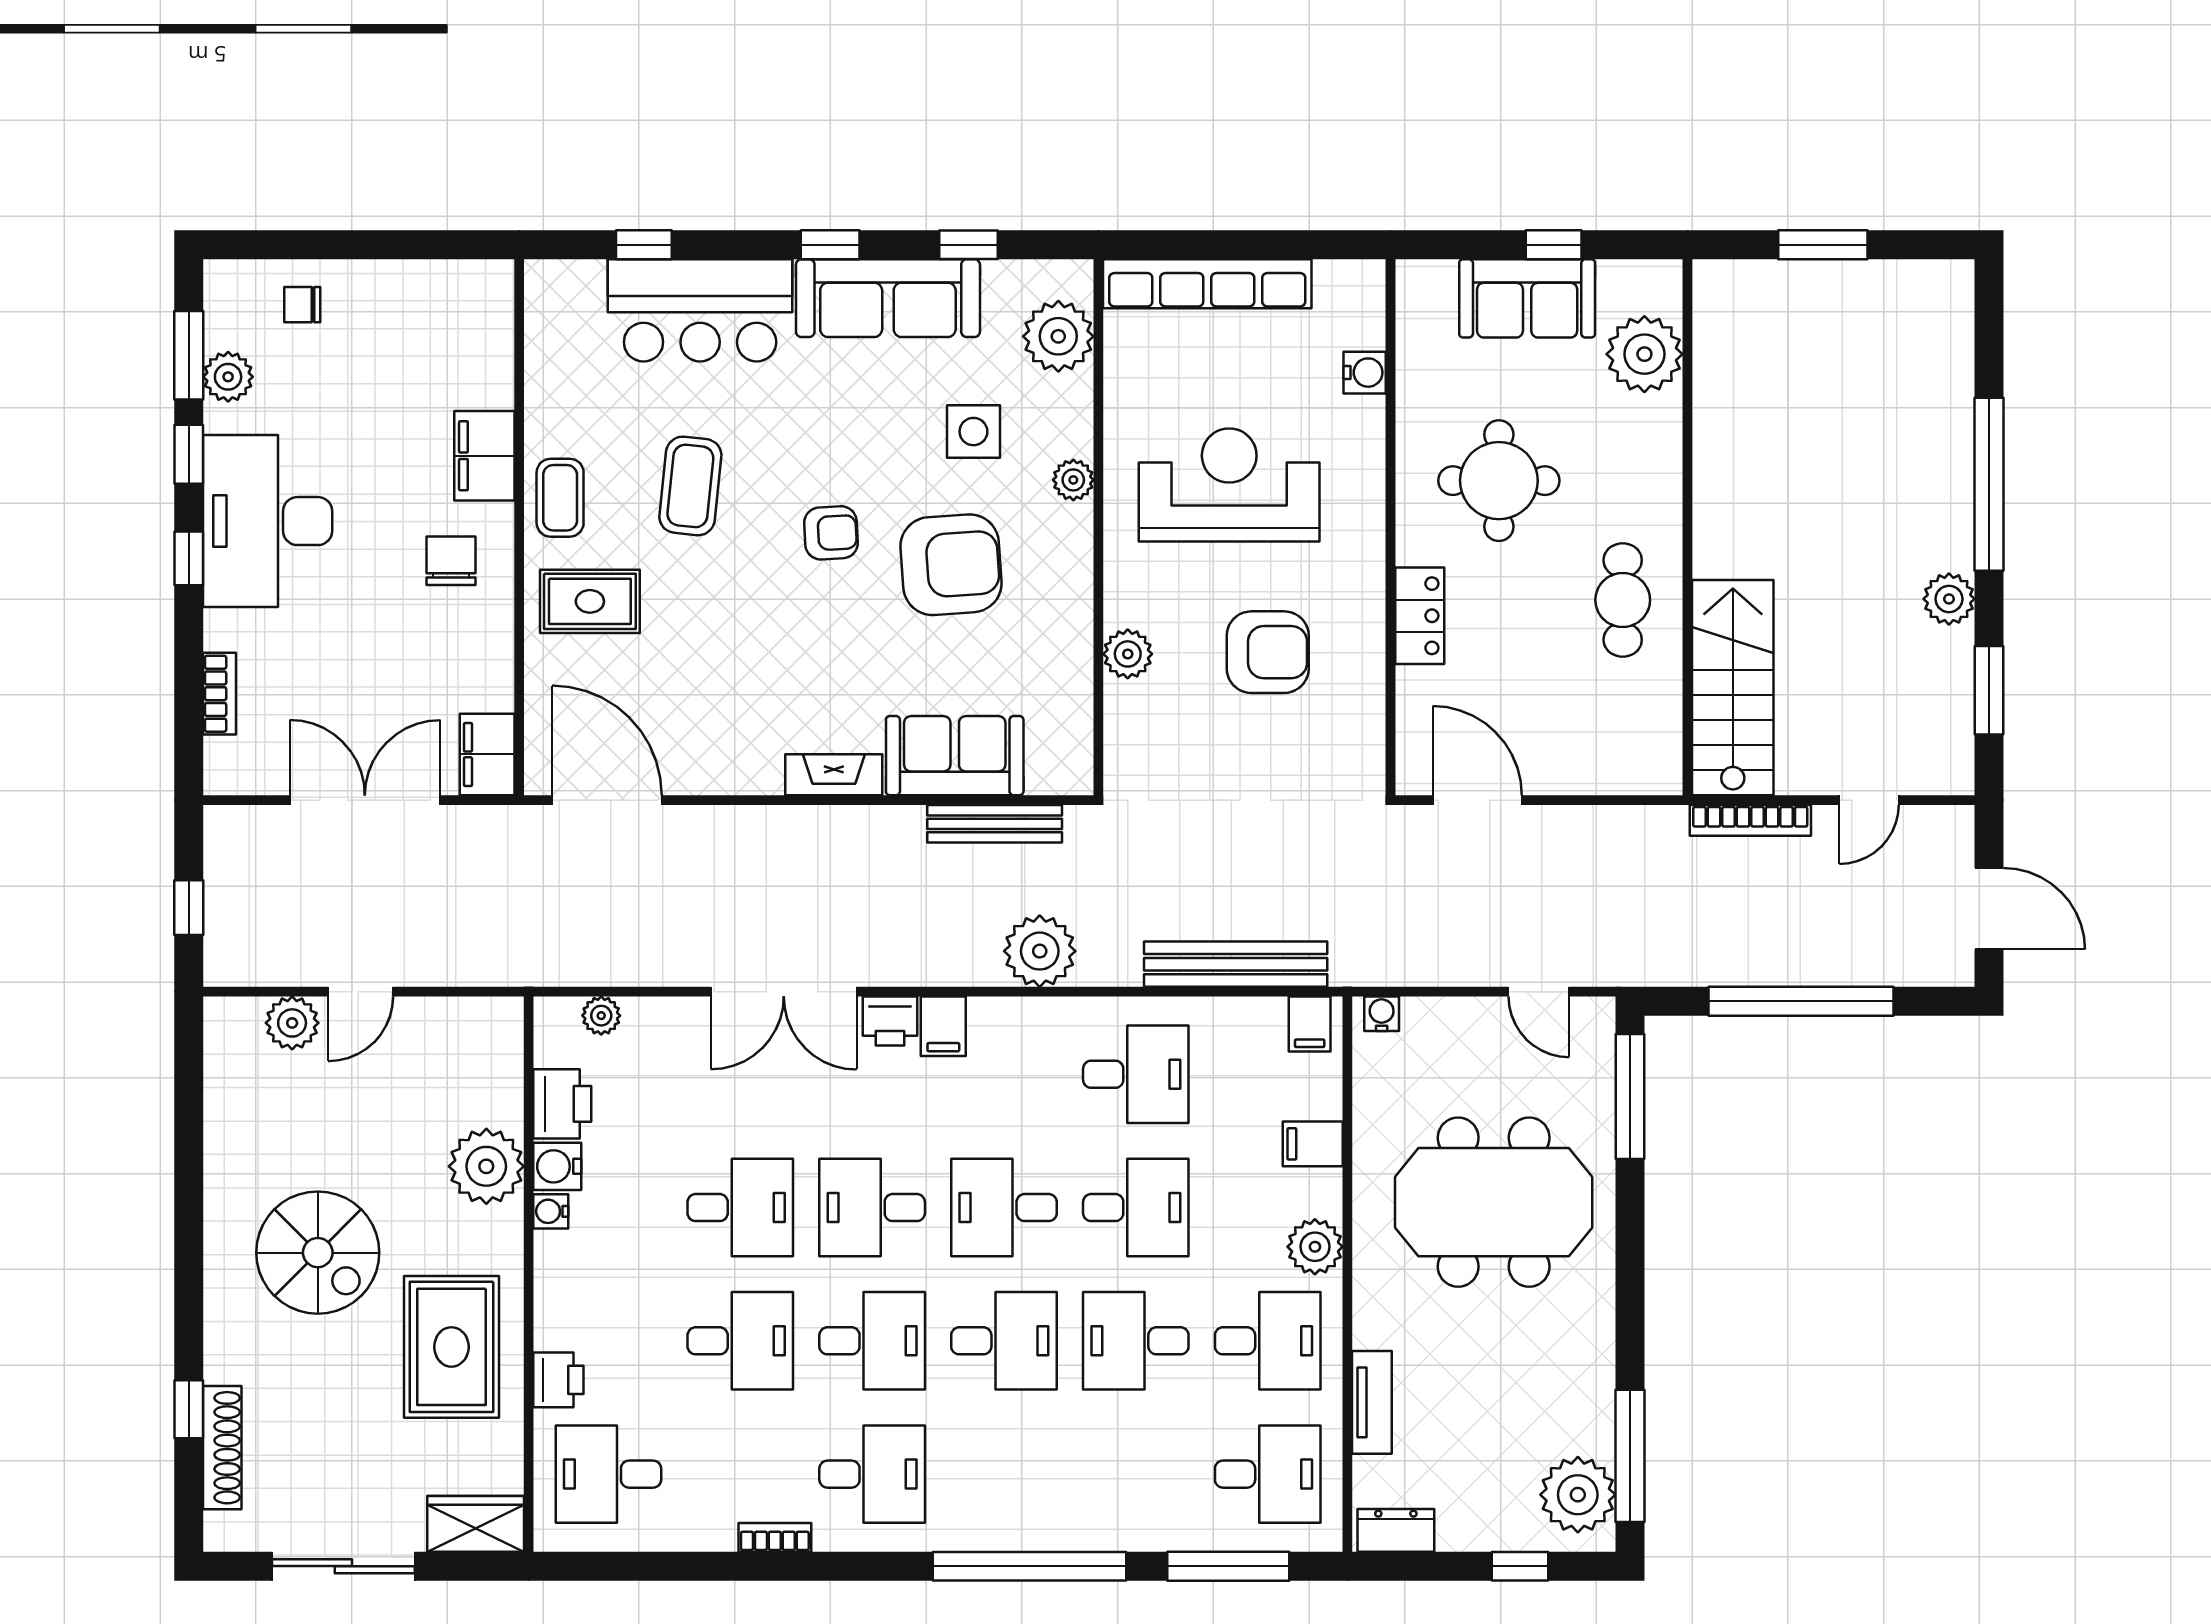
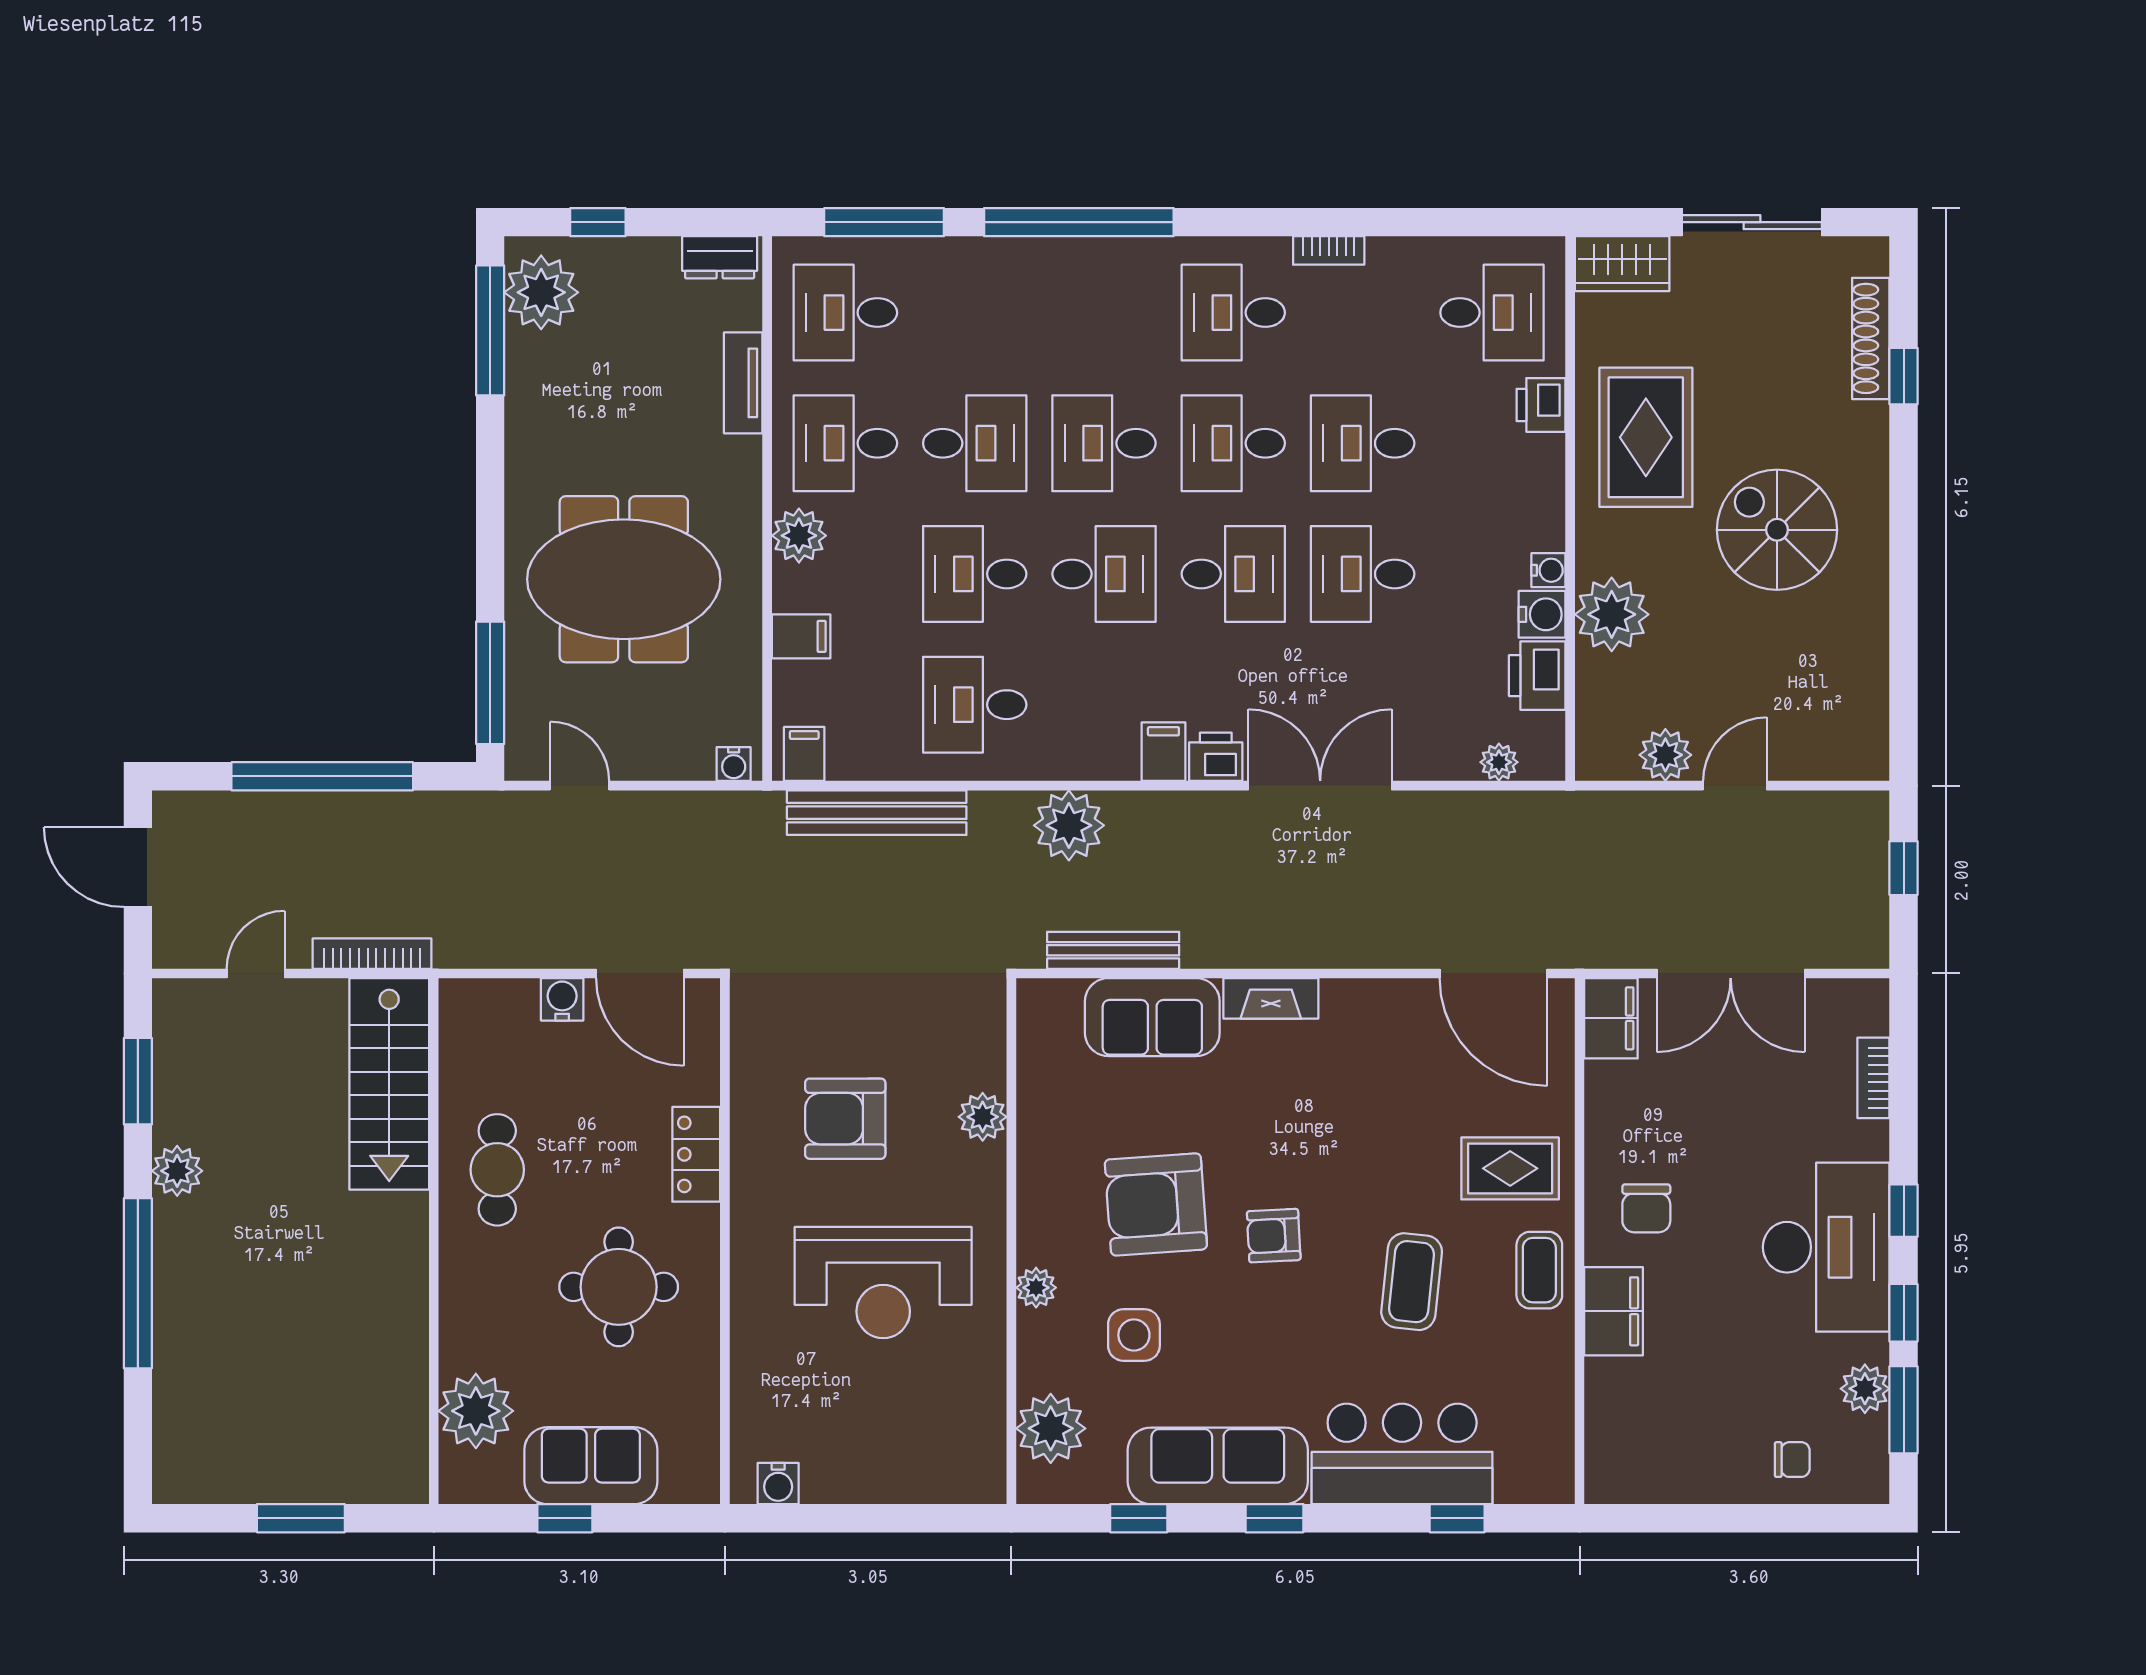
row of seats: (1207, 284) -> (905, 1480), removed
water cooler: (1365, 373) -> (778, 1484), moved, turned -90
water cooler: (1556, 774) -> (562, 999), added
plant: (292, 1023) -> (1665, 755), moved

